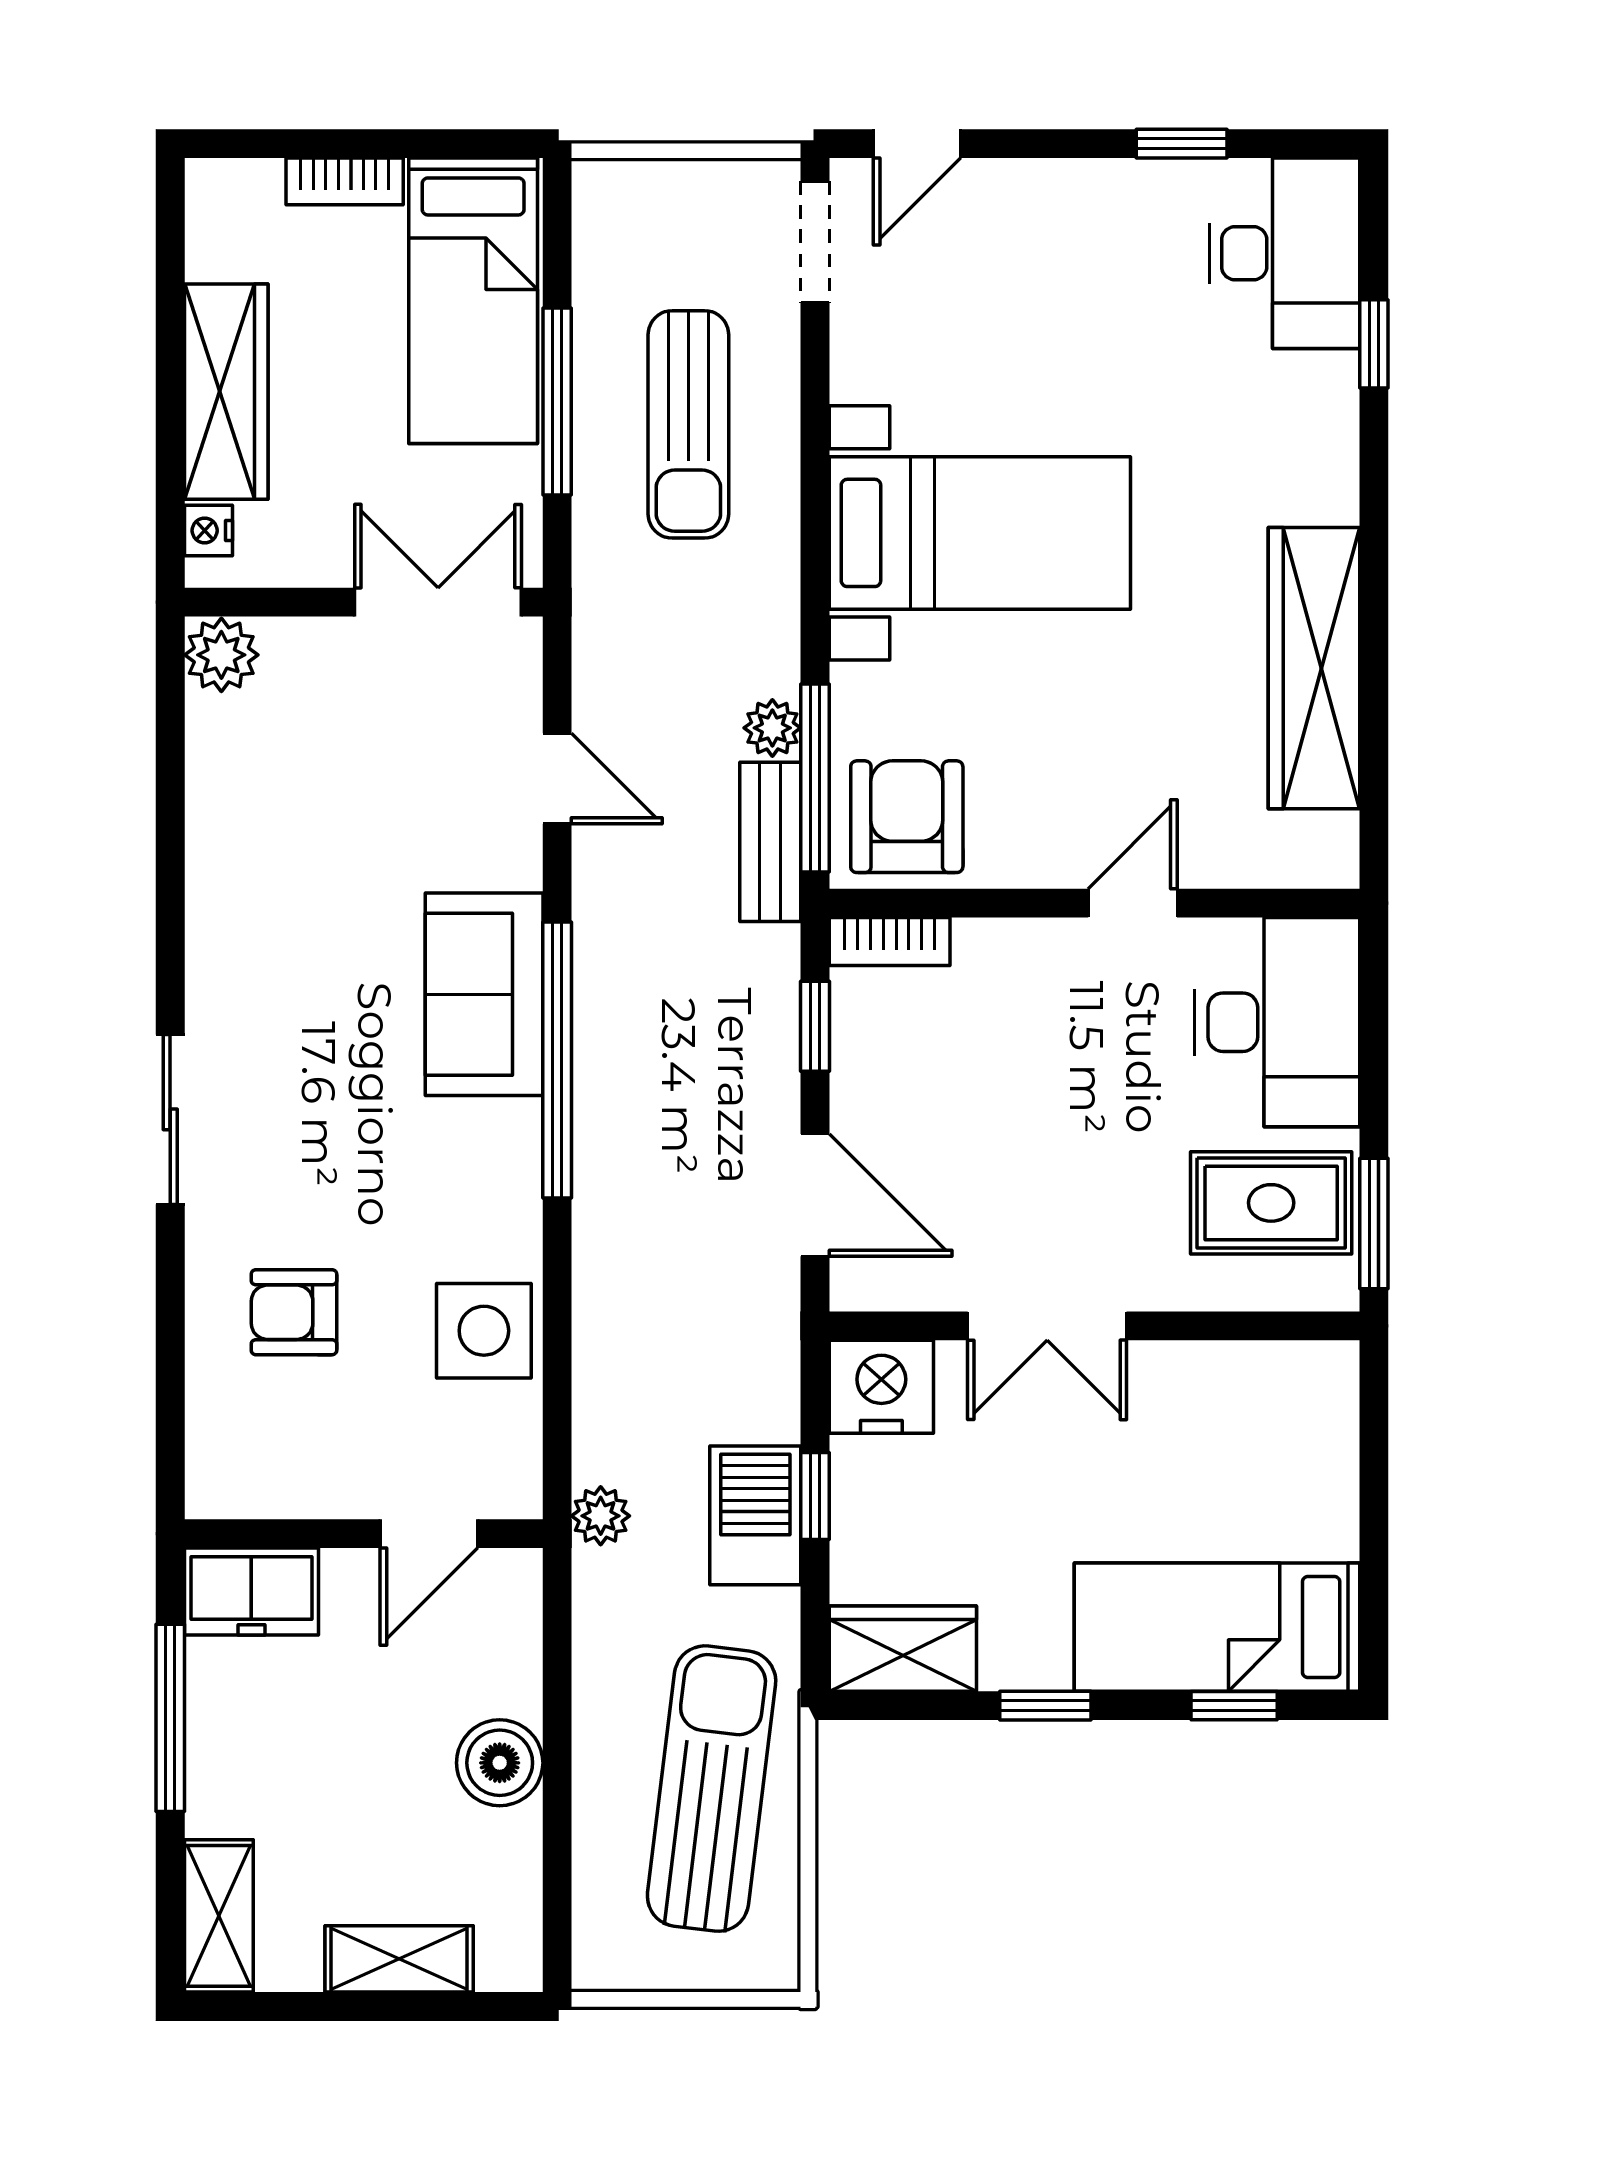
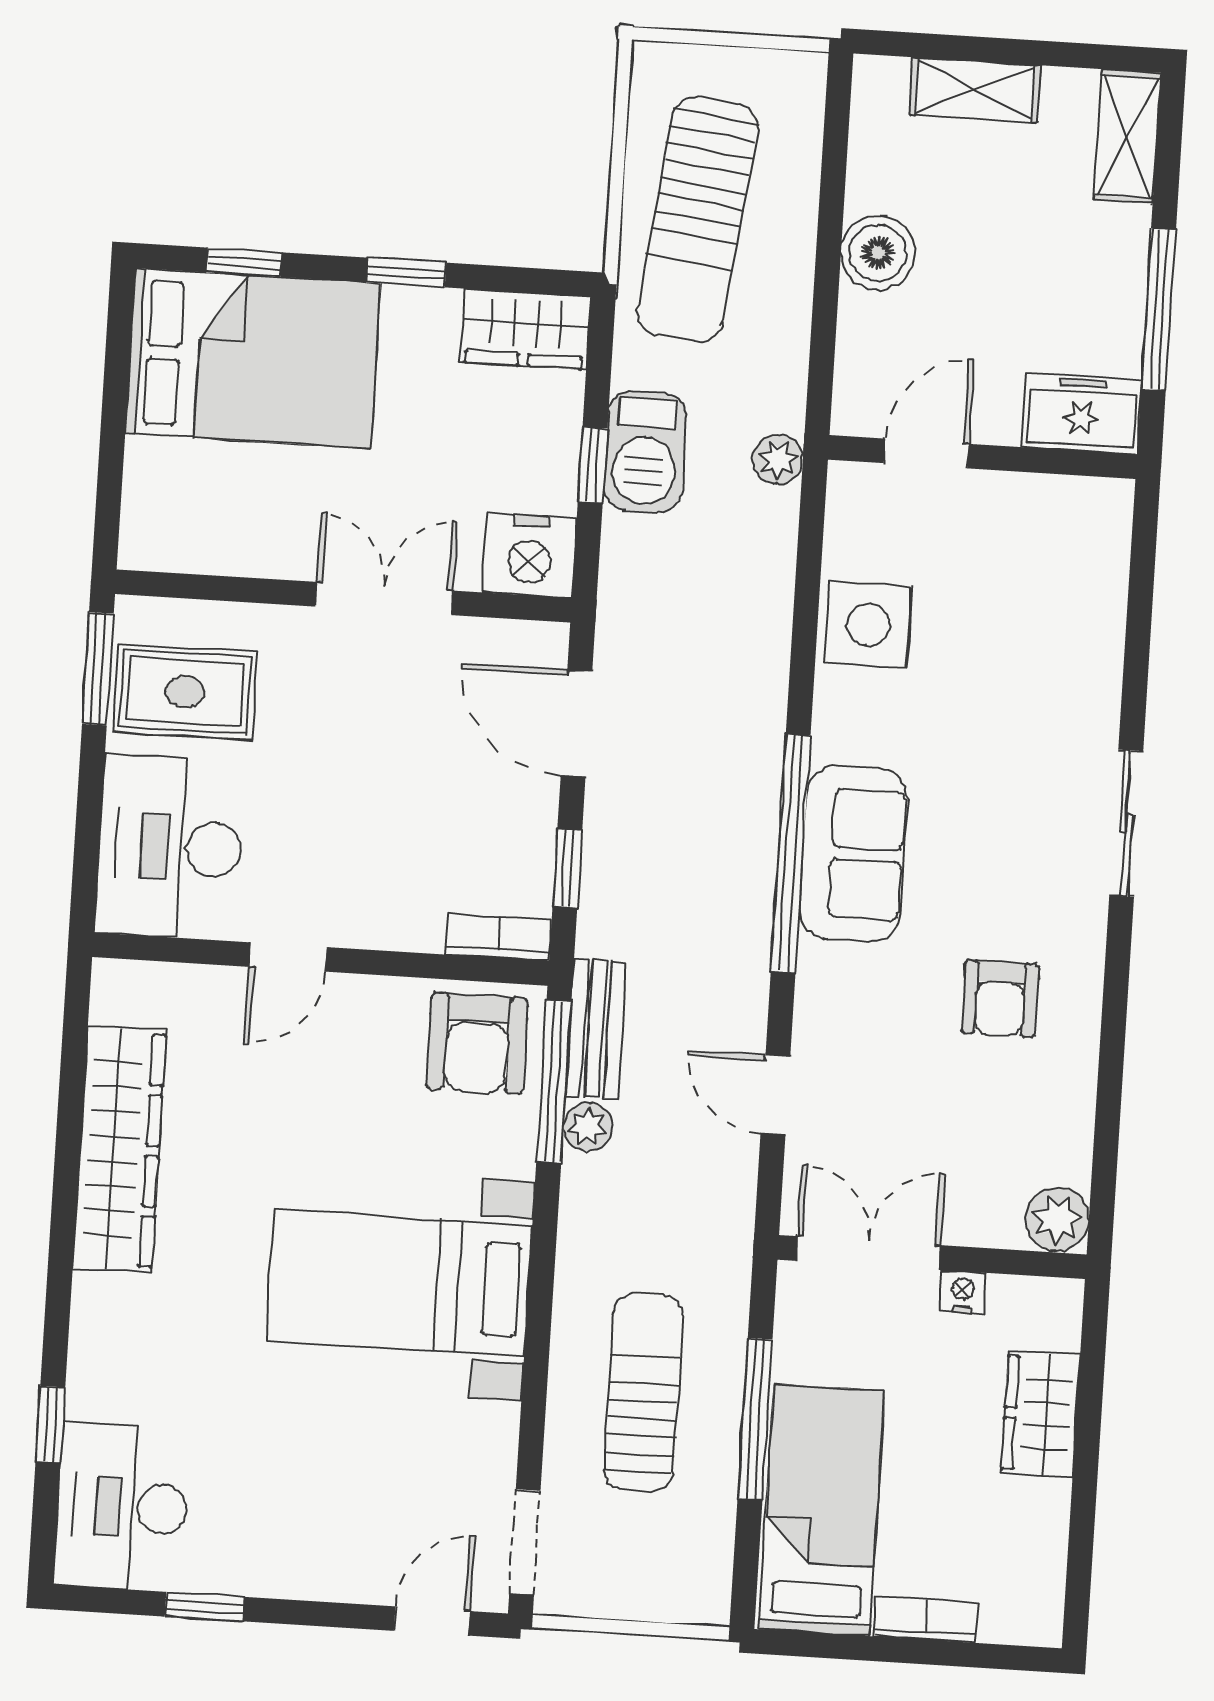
wardrobe: (226, 392) -> (1041, 1414), width x0.67
nightstand: (208, 531) -> (963, 1292), moved, turned -90
double door: (438, 602) -> (868, 1253), swing flipped
sofa: (484, 994) -> (854, 854), moved
armchair: (294, 1312) -> (1000, 998), moved, turned 90
bed: (1217, 1627) -> (253, 358), width x1.50

